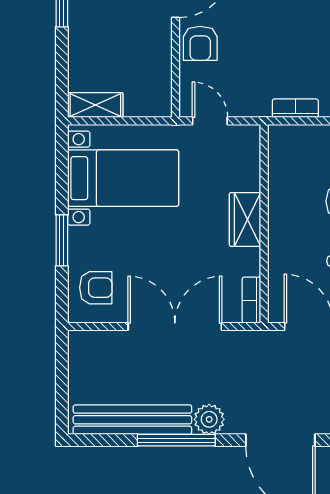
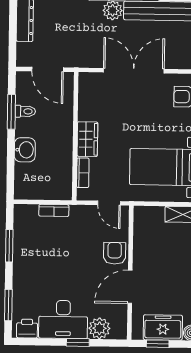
bookcase: (251, 300) -> (83, 173), moved
double door: (175, 327) -> (134, 71), swing flipped

